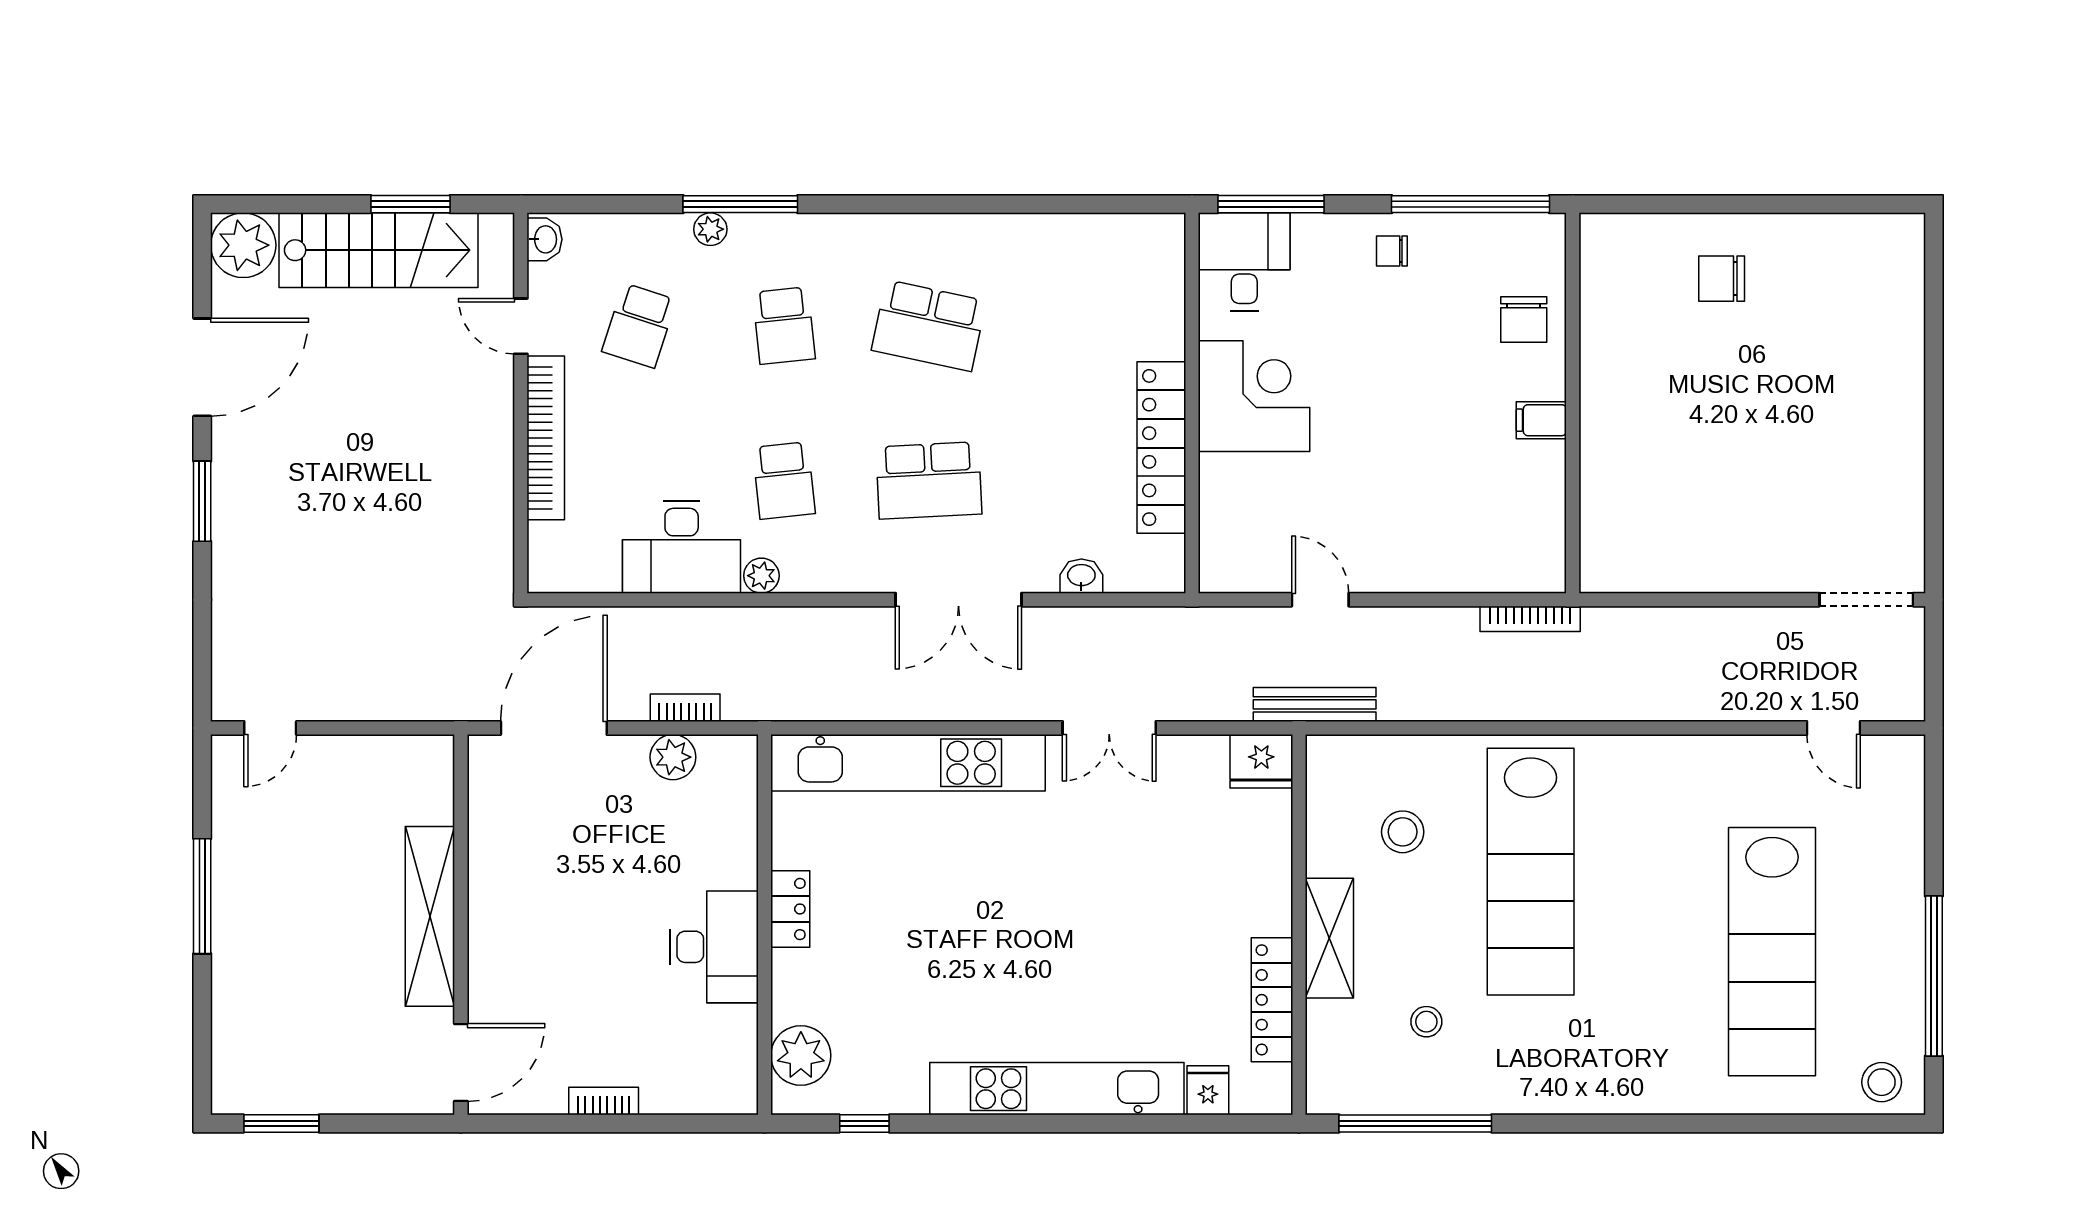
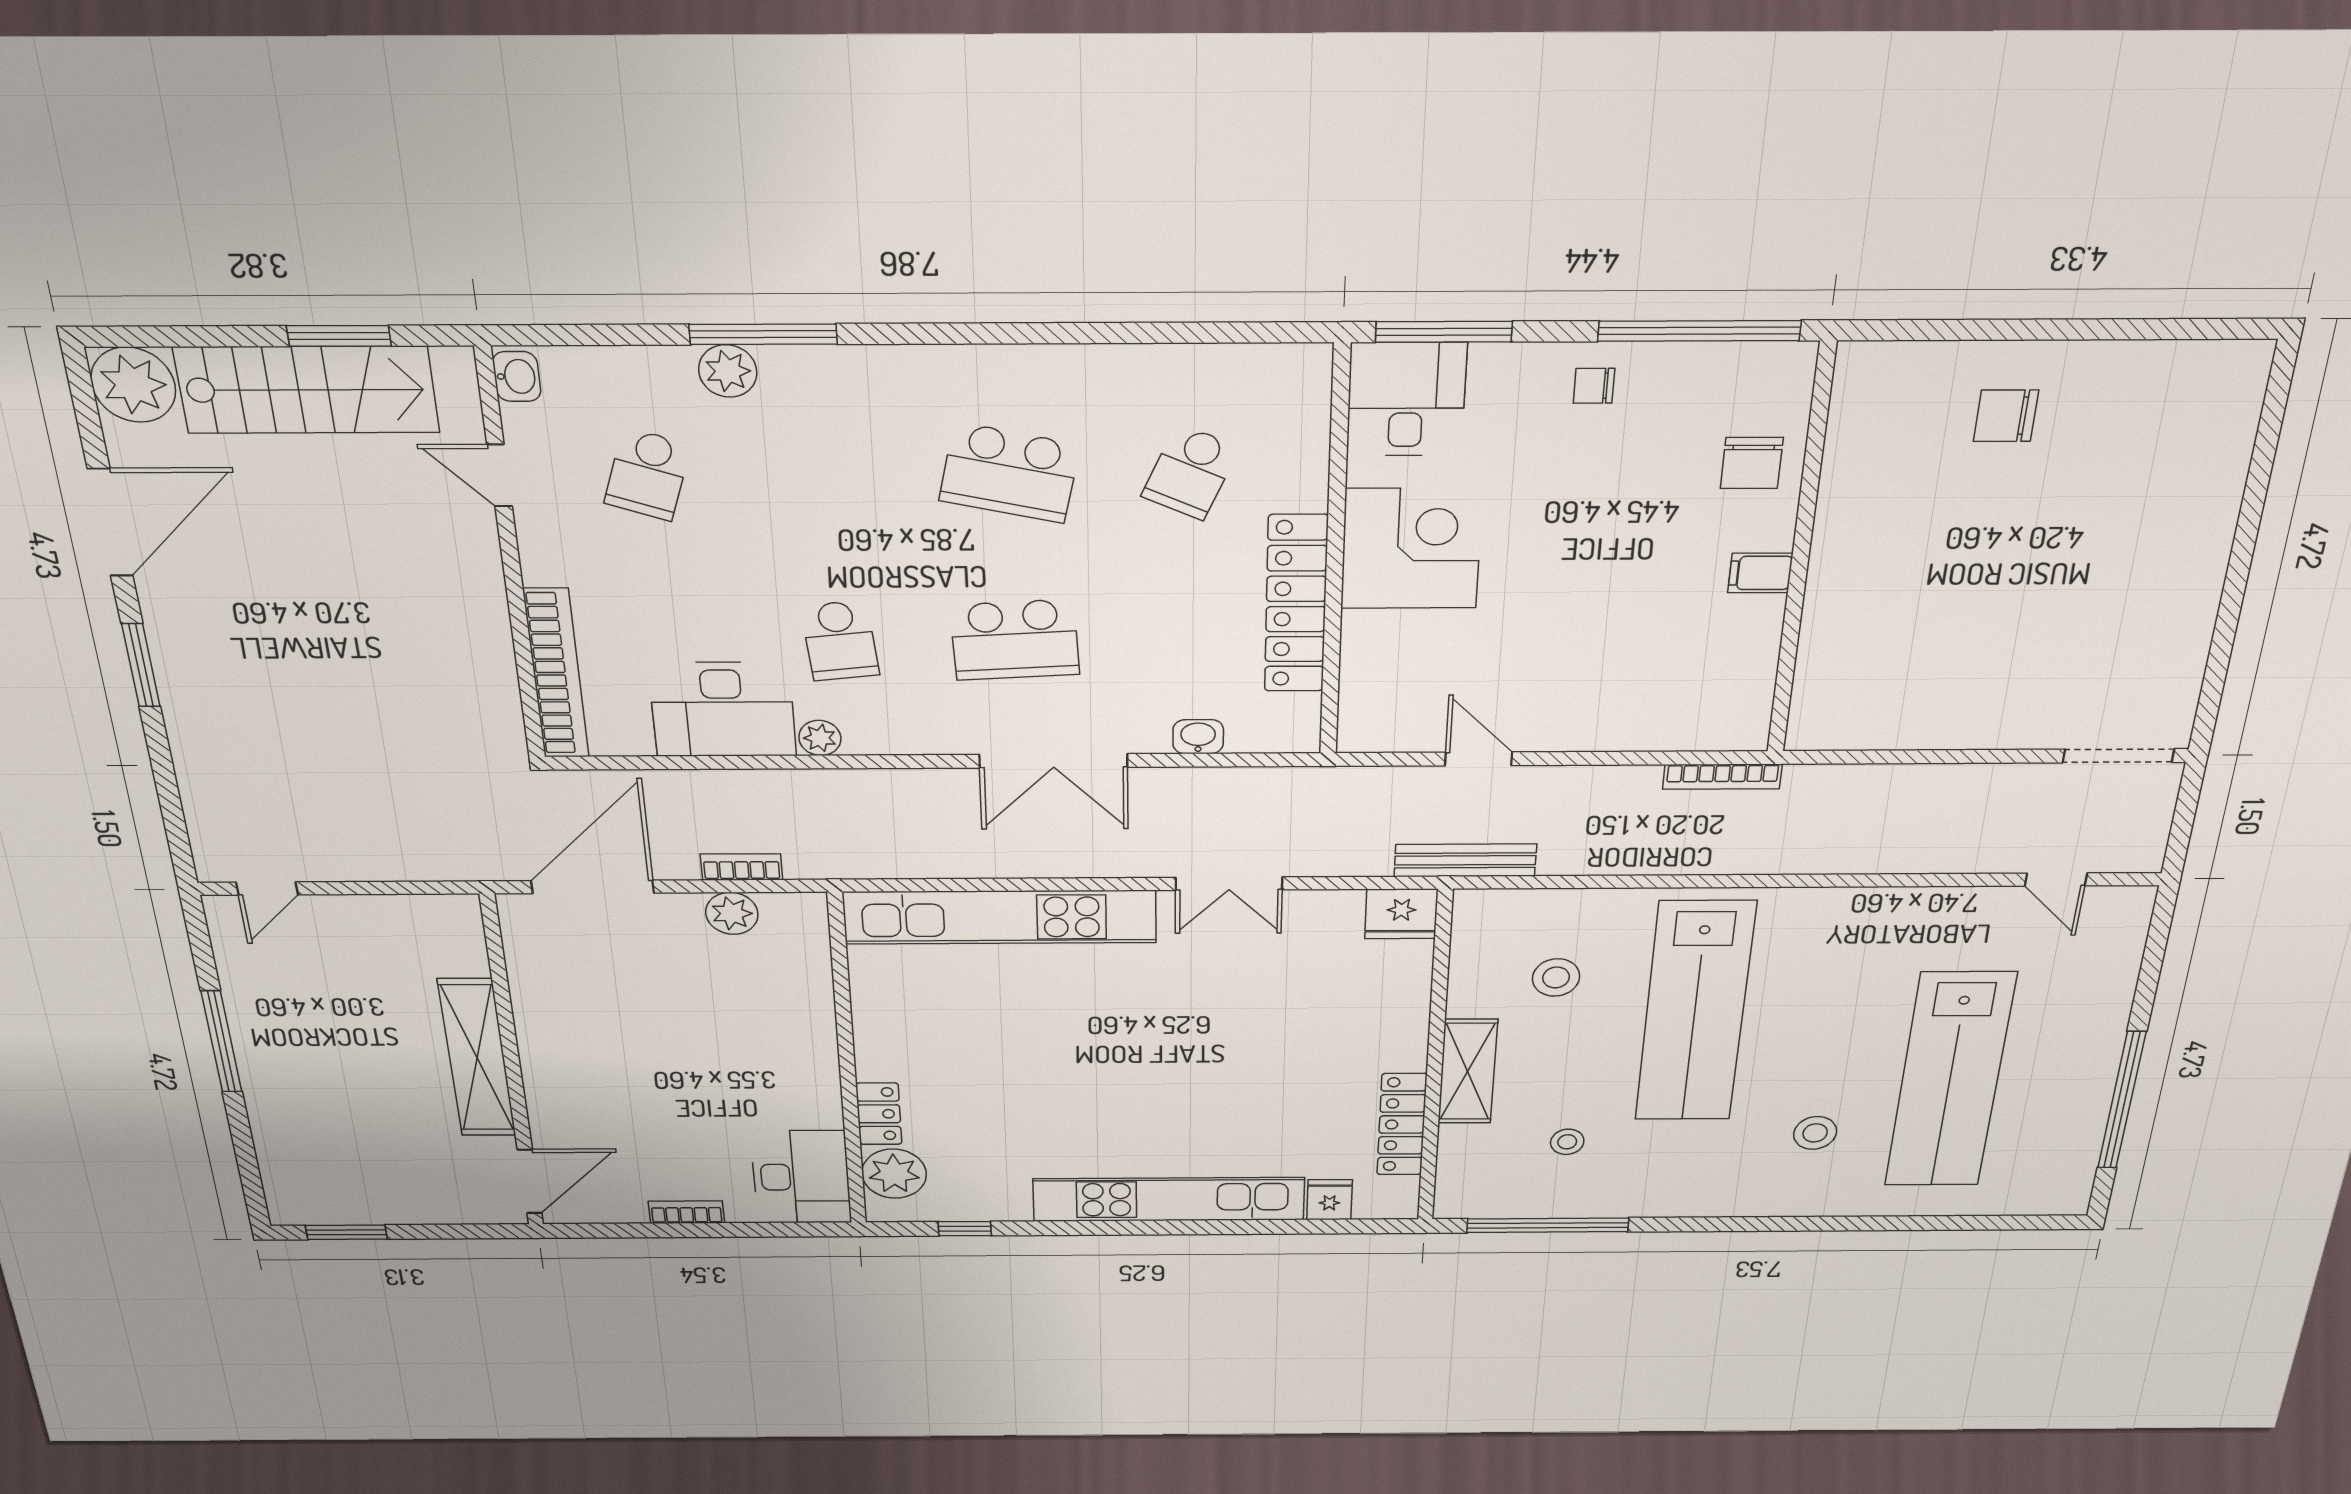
plant: (710, 229) -> (728, 371), width x1.38, depth x1.38
school desk: (784, 326) -> (1190, 472), moved, turned 30
bookcase: (546, 438) -> (556, 674), moved
locker: (790, 909) -> (879, 1114), moved
desk: (714, 947) -> (801, 1177), moved
stool: (1882, 1082) -> (1815, 1133), moved

